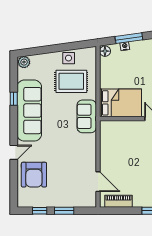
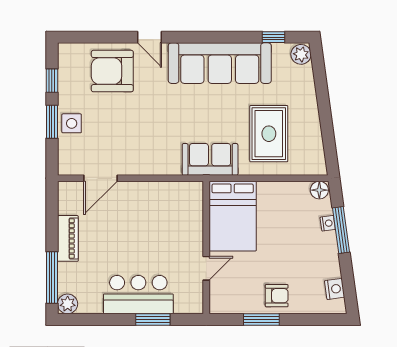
side table: (69, 58) -> (72, 123), moved
window: (14, 99) -> (274, 37), moved
piano: (119, 201) -> (68, 238), moved

